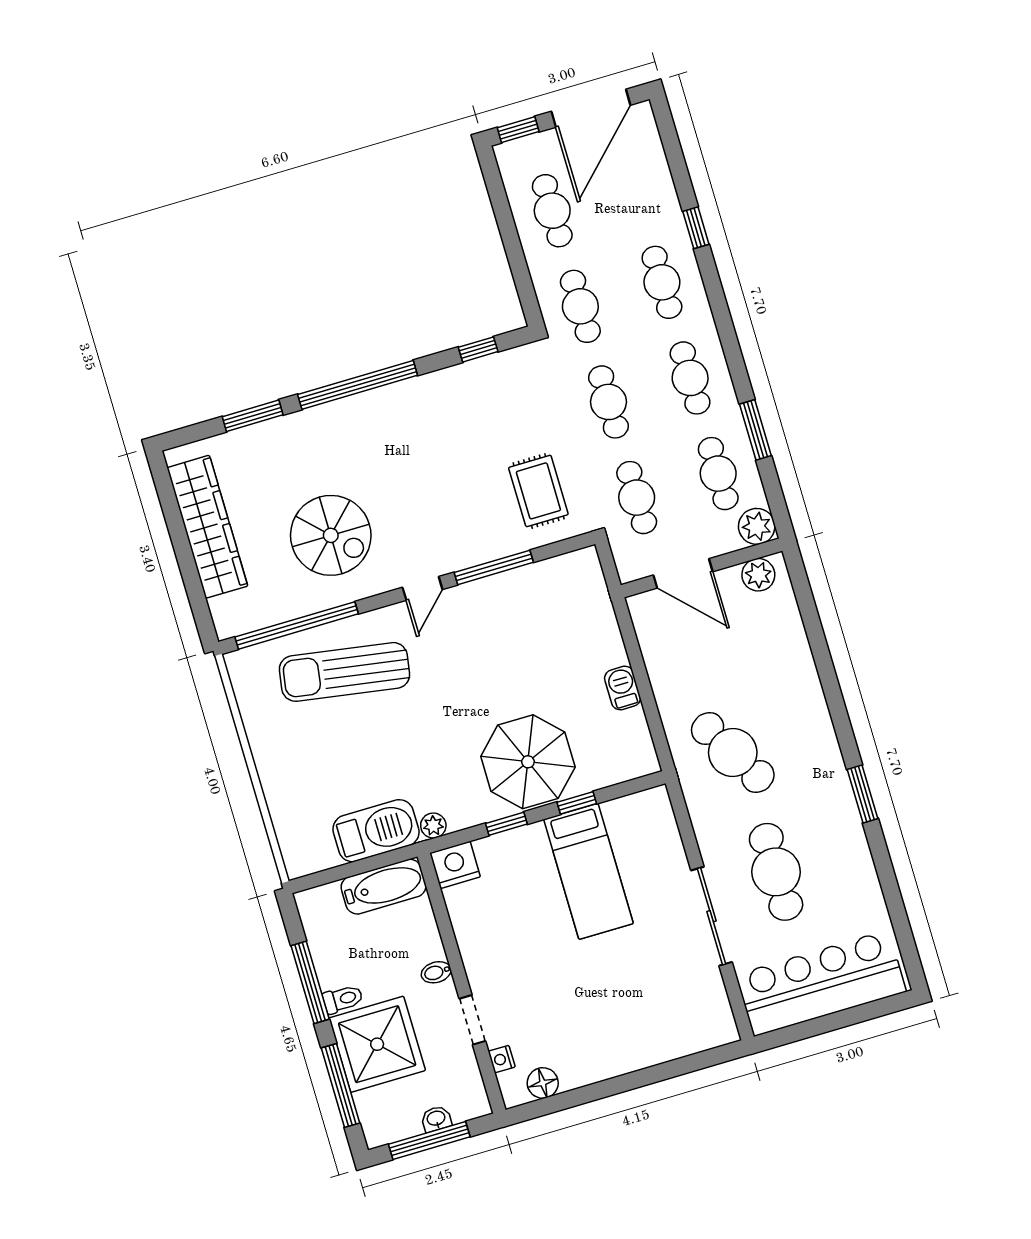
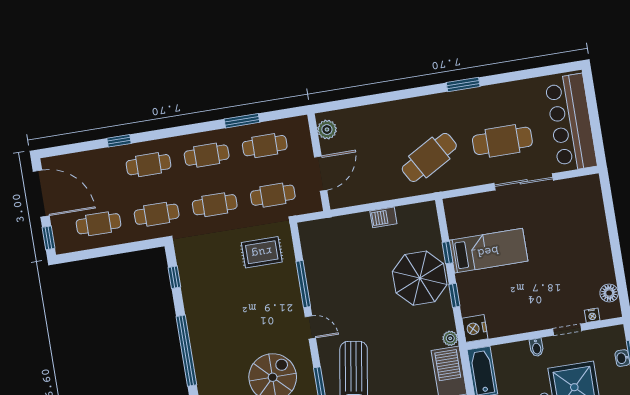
plant: (757, 526) -> (298, 127), removed

